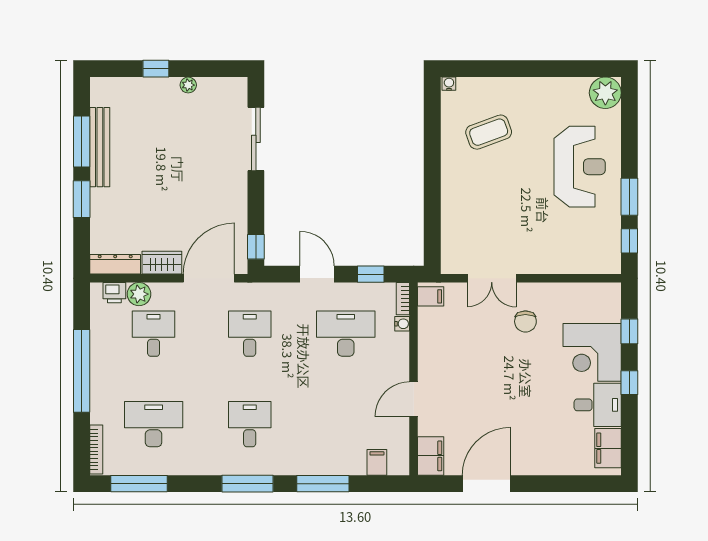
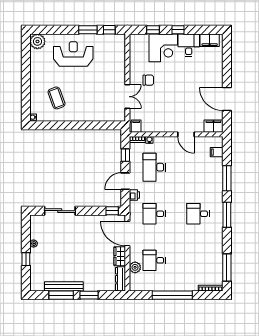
printer: (114, 293) -> (134, 195), moved
desk: (154, 424) -> (198, 260), removed

